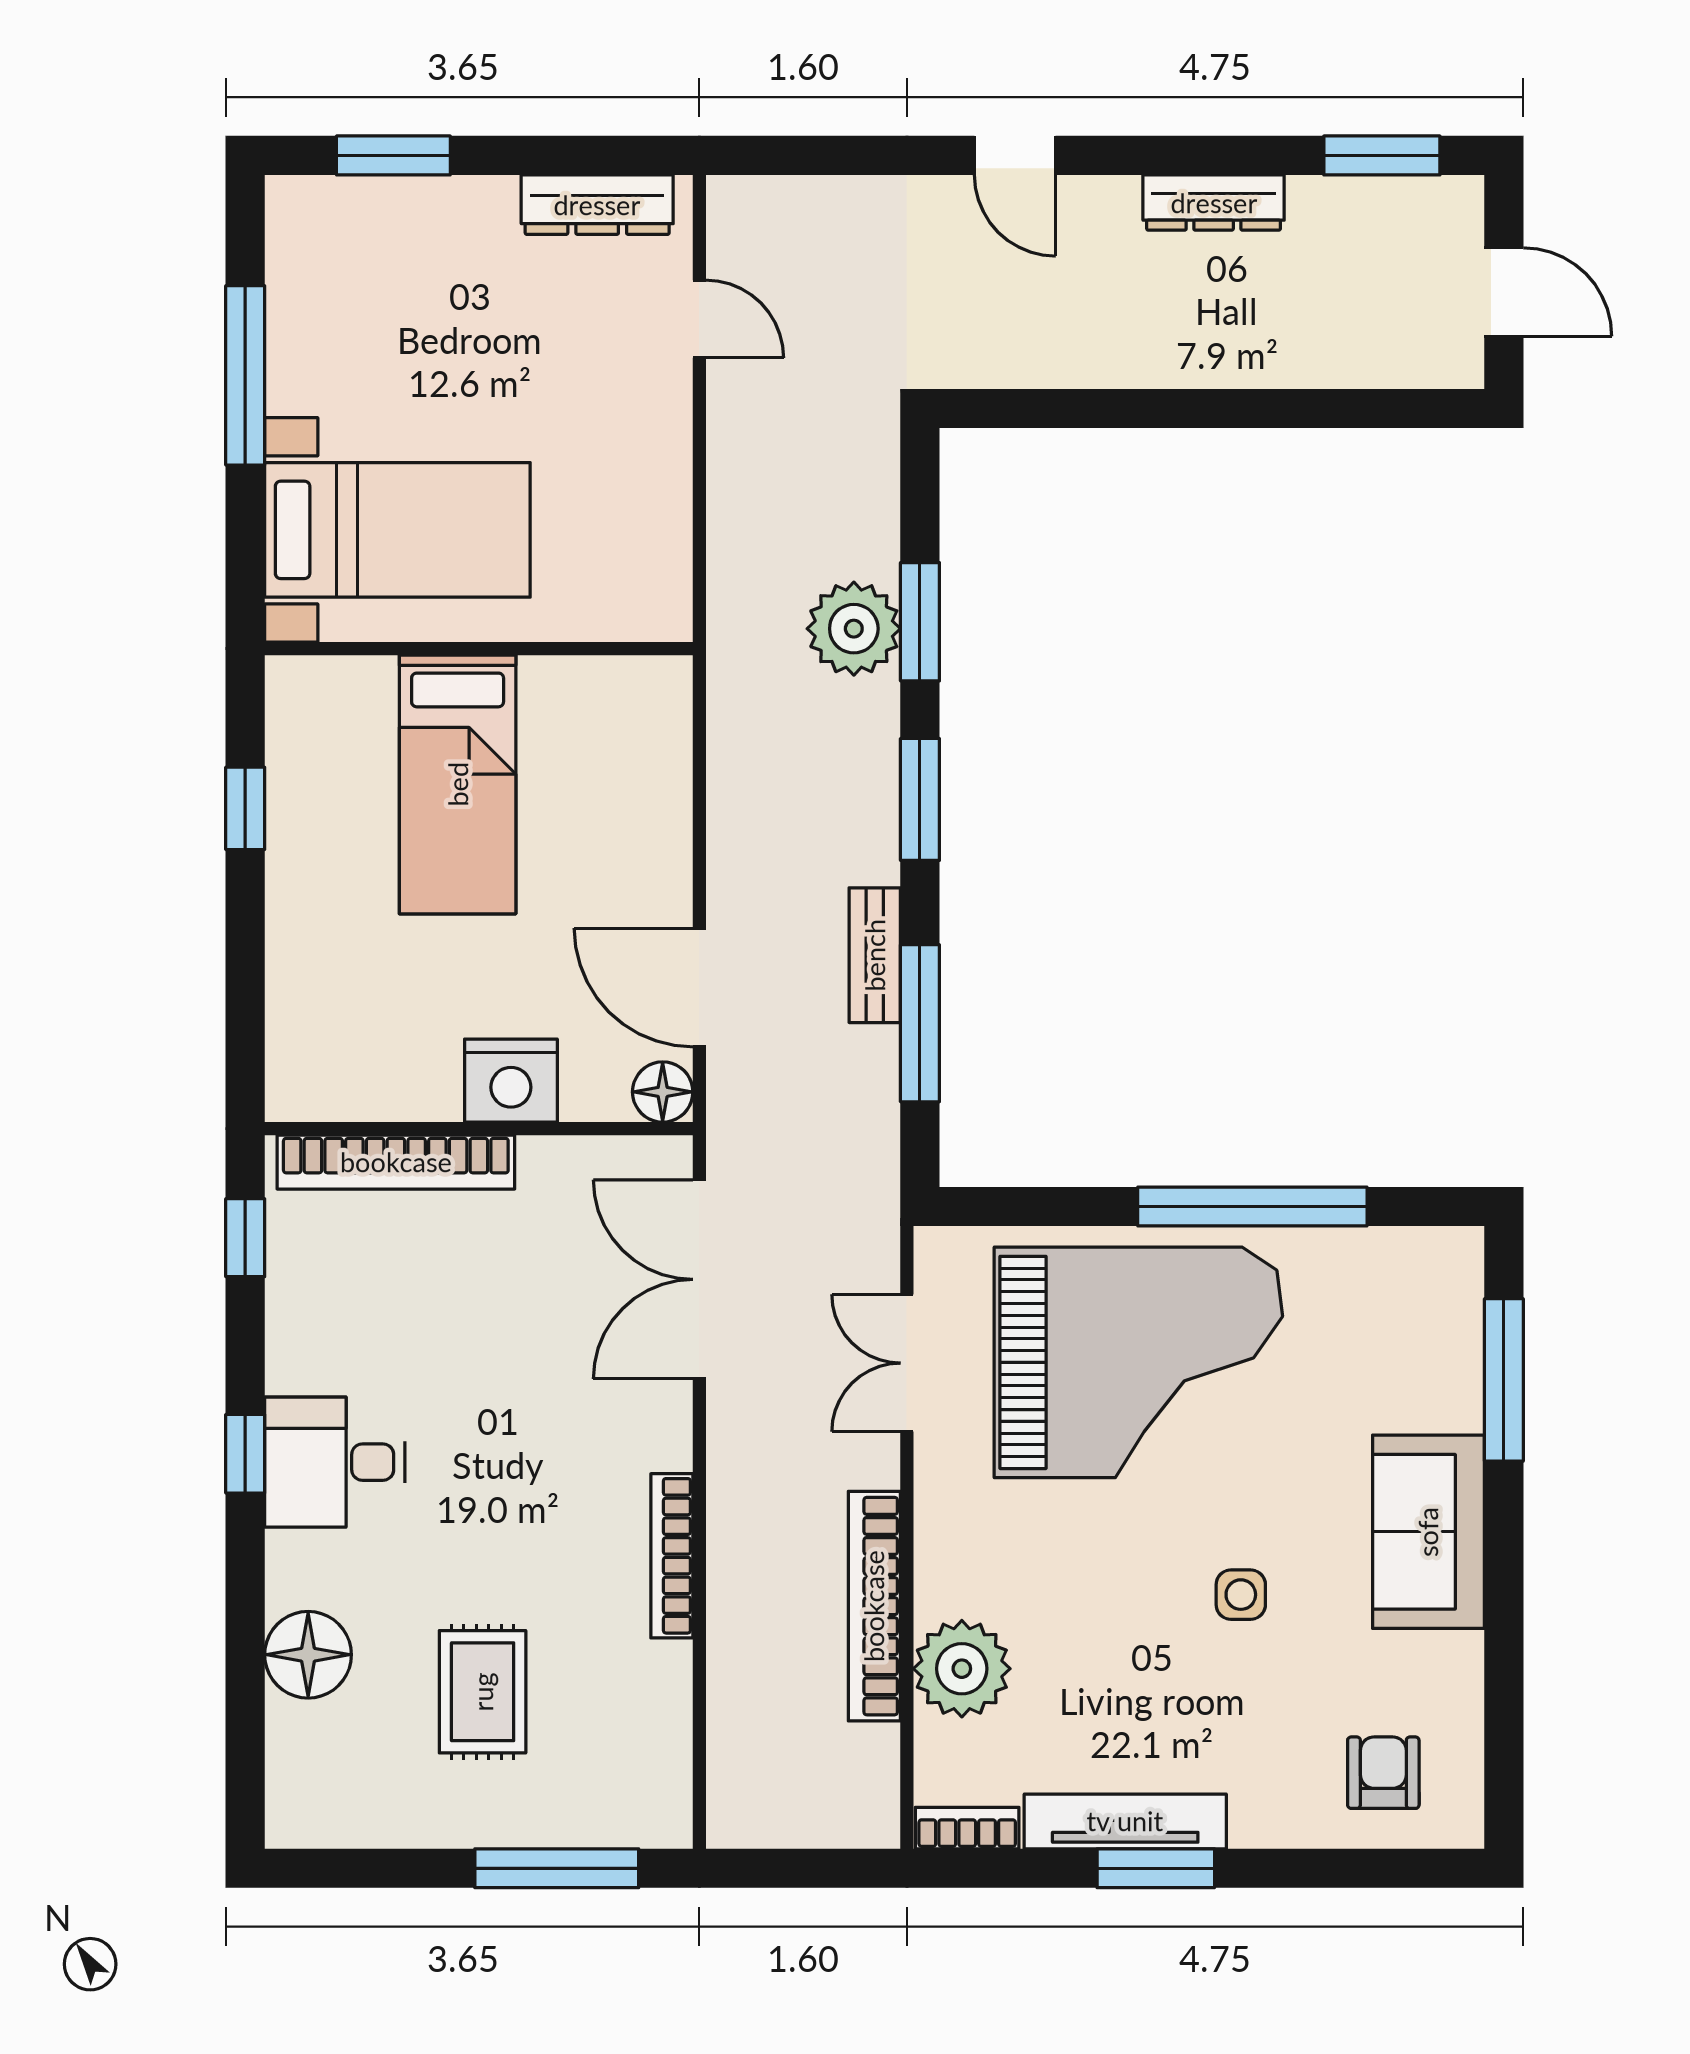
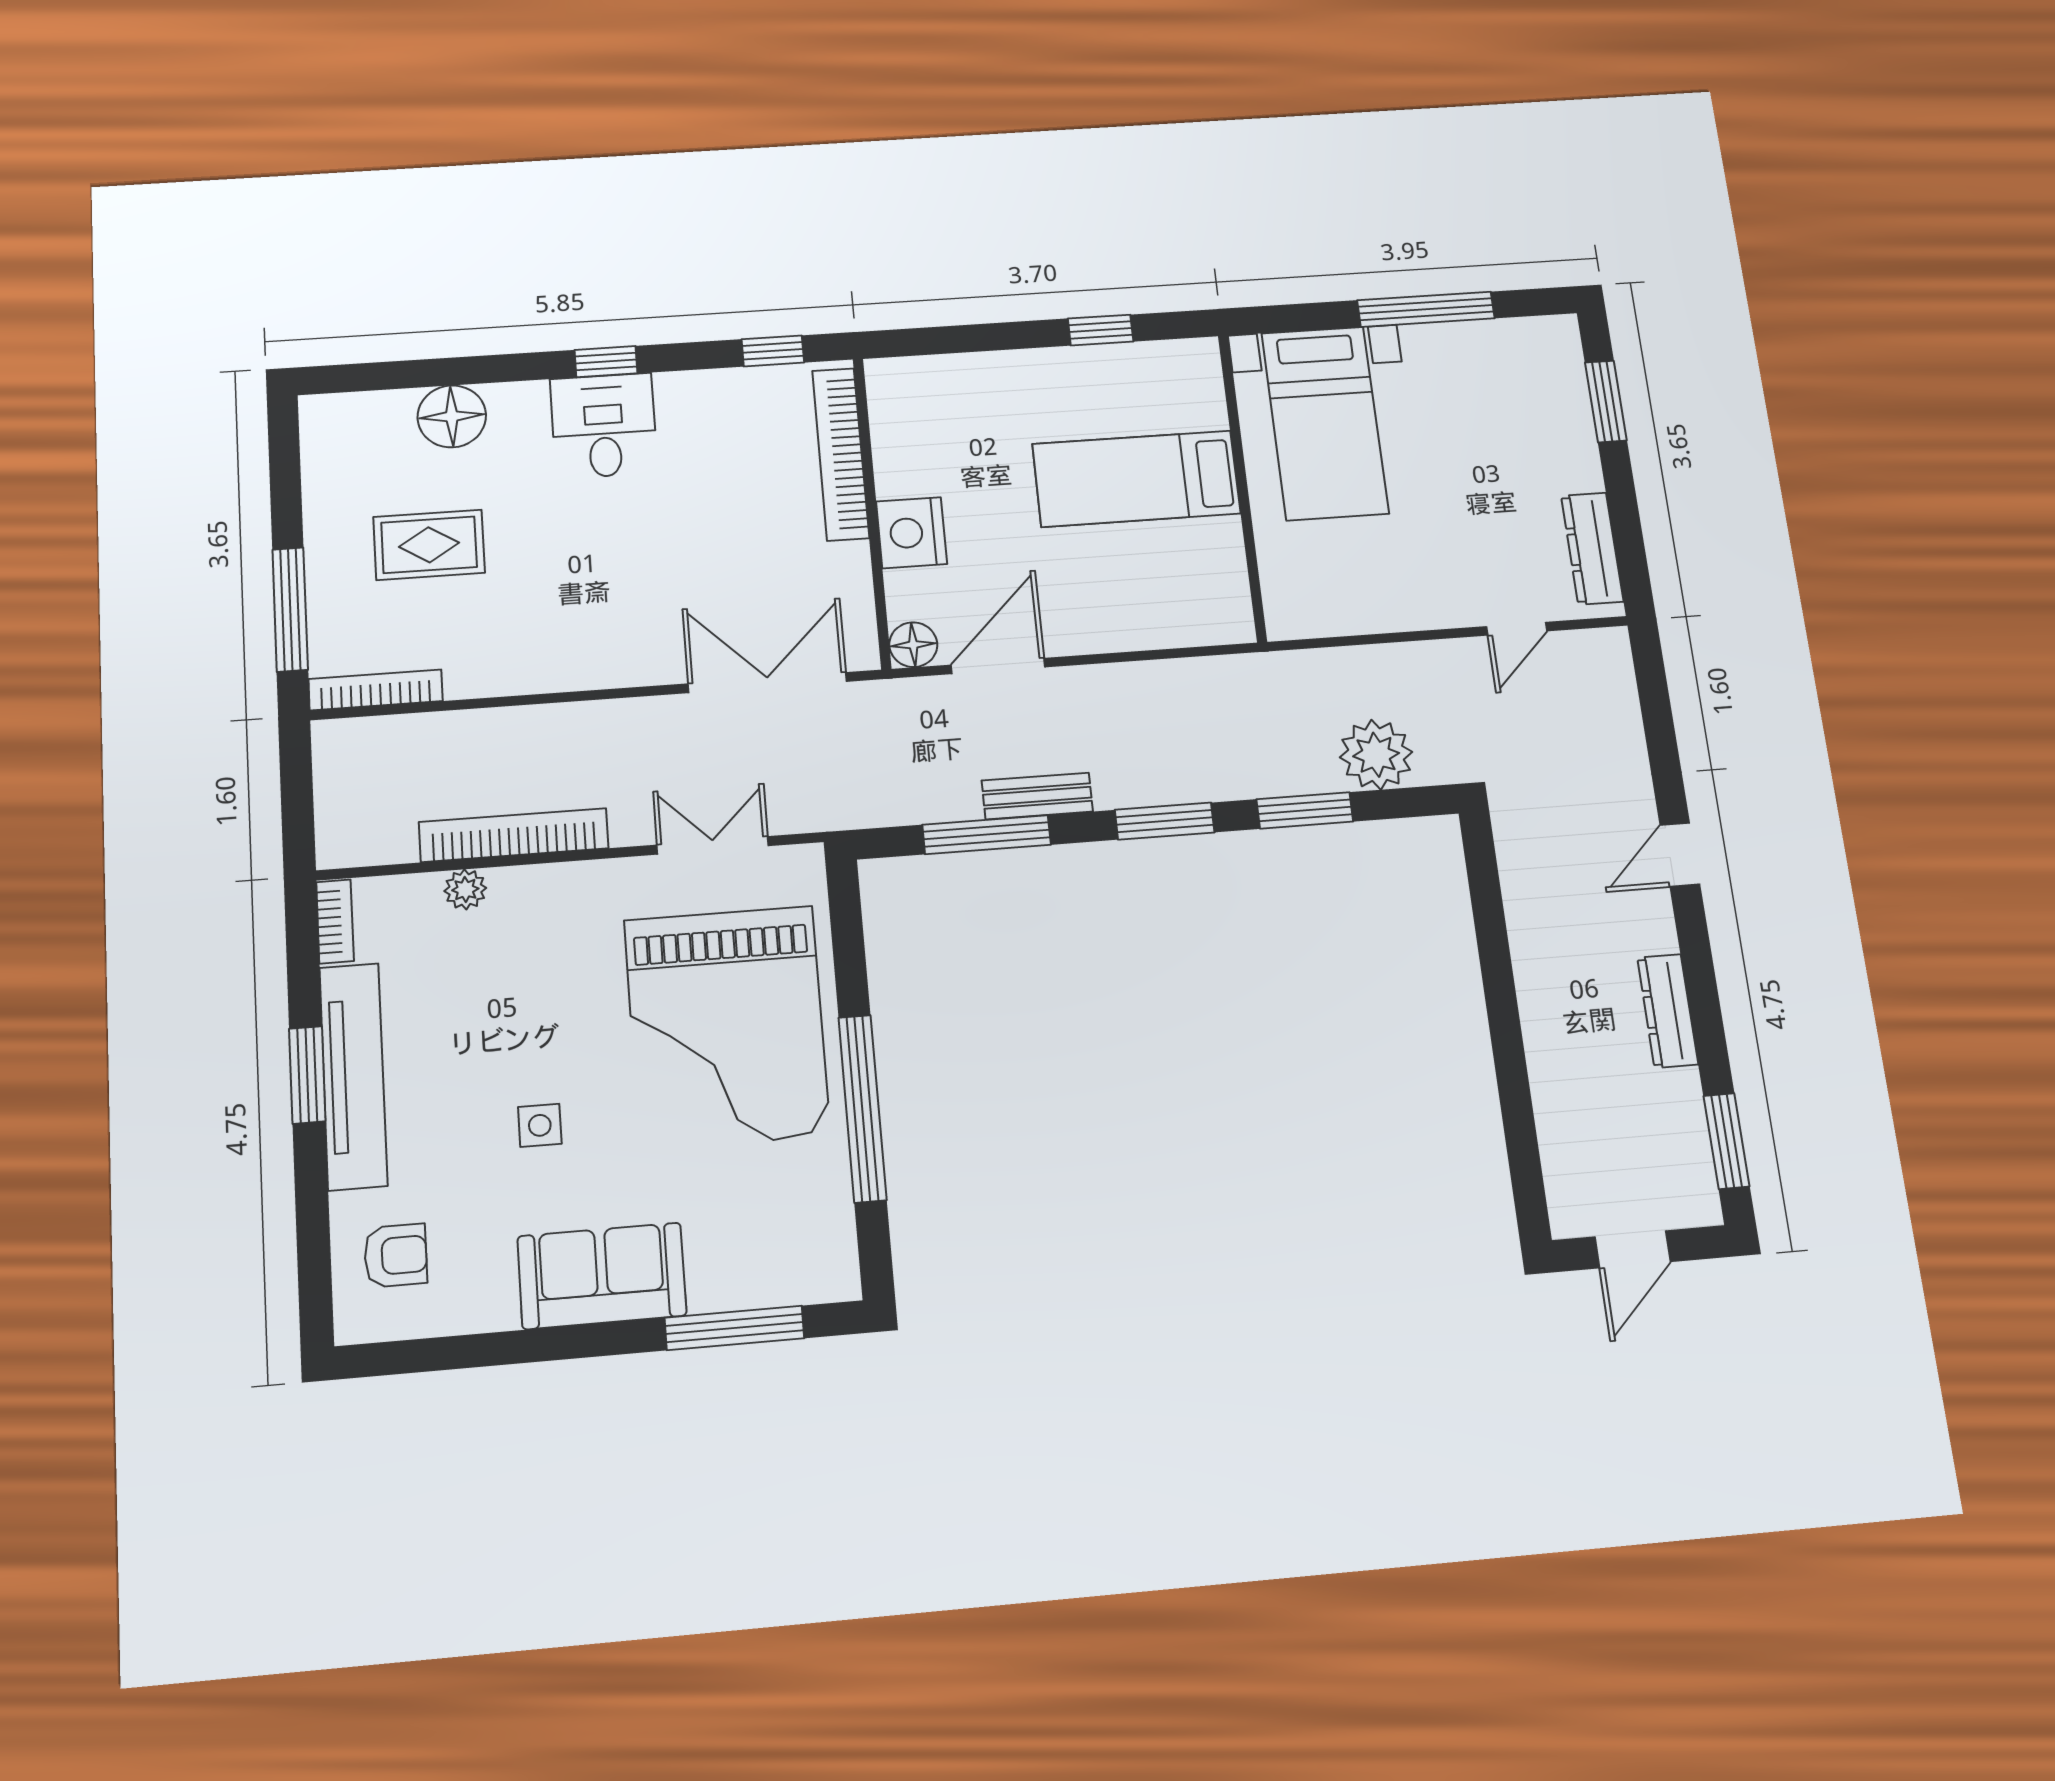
plant: (854, 629) -> (1376, 755), moved
bookcase: (672, 1556) -> (376, 690), moved
plant: (962, 1669) -> (465, 889), width x0.53, depth x0.53
tv unit: (1125, 1821) -> (353, 1076), width x1.36, depth x1.29

